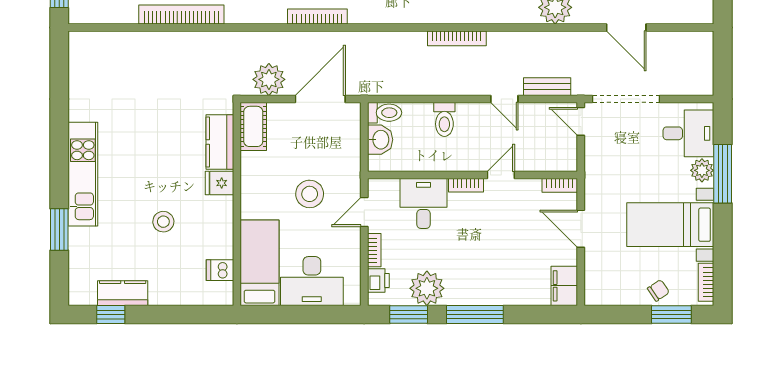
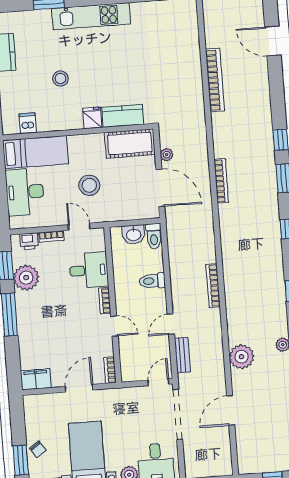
plant: (269, 79) -> (167, 155), width x0.53, depth x0.53
cot: (253, 126) -> (130, 144), width x1.37, depth x1.34

